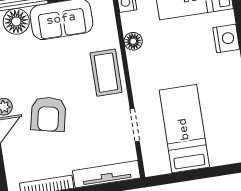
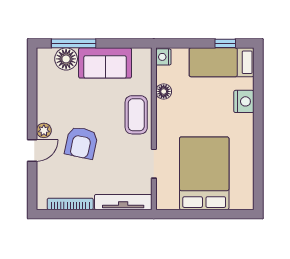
bed: (184, 129) -> (204, 173), width x1.50

